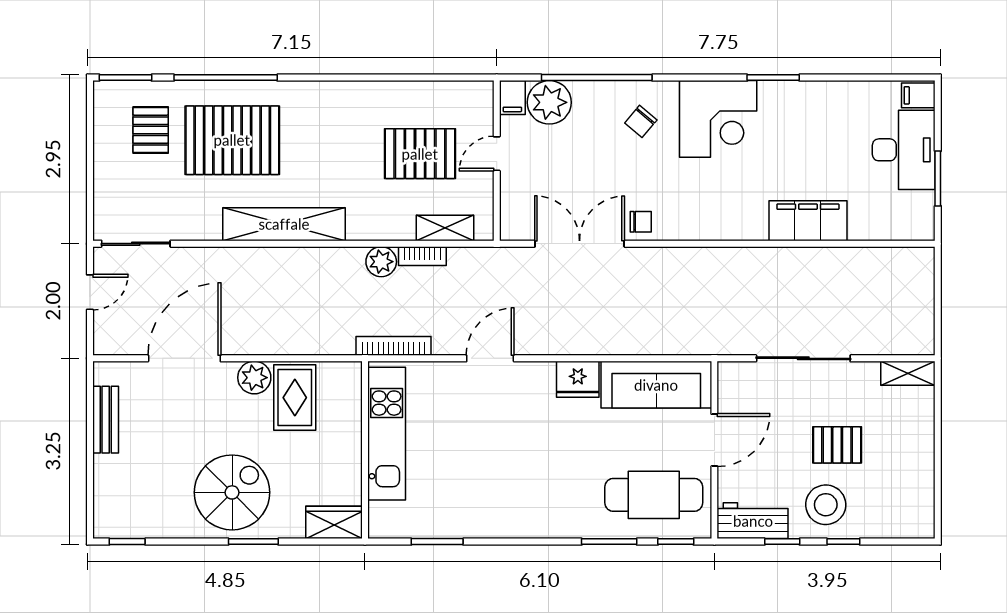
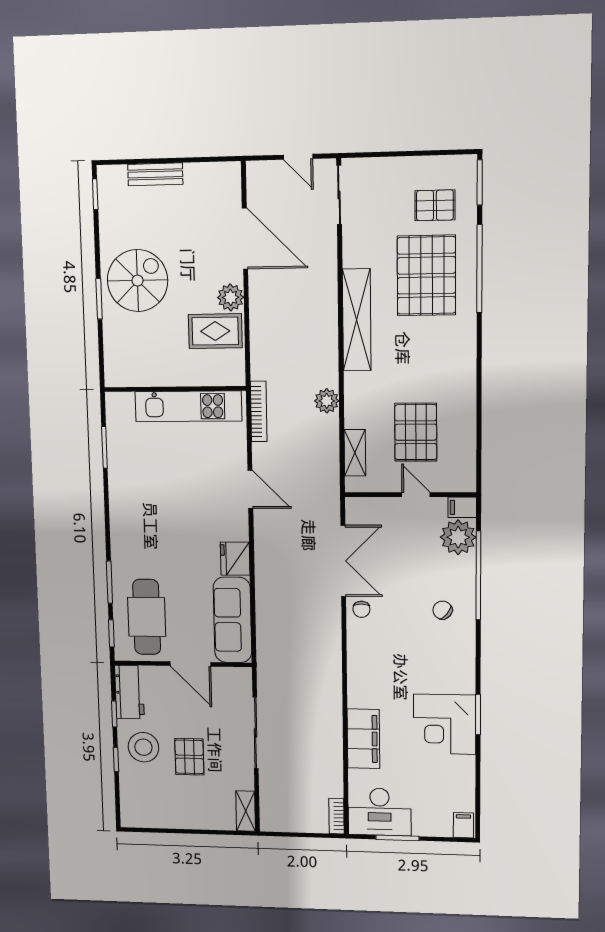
corner desk: (718, 119) -> (445, 724), moved
desk: (904, 150) -> (380, 812), moved
bookcase: (422, 256) -> (336, 816), moved
bench: (106, 420) -> (155, 174), moved
spiral stairs: (232, 492) -> (138, 281), turned -90
wardrobe: (334, 522) -> (117, 364), removed

